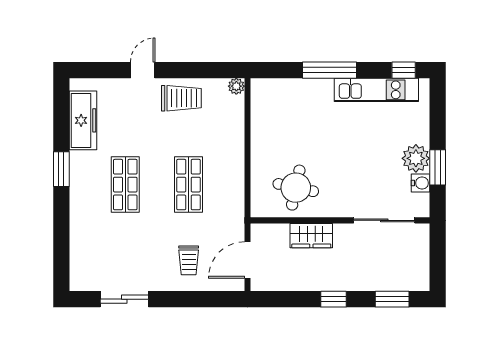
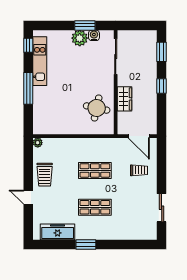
trolley: (181, 98) -> (45, 175), turned 180

